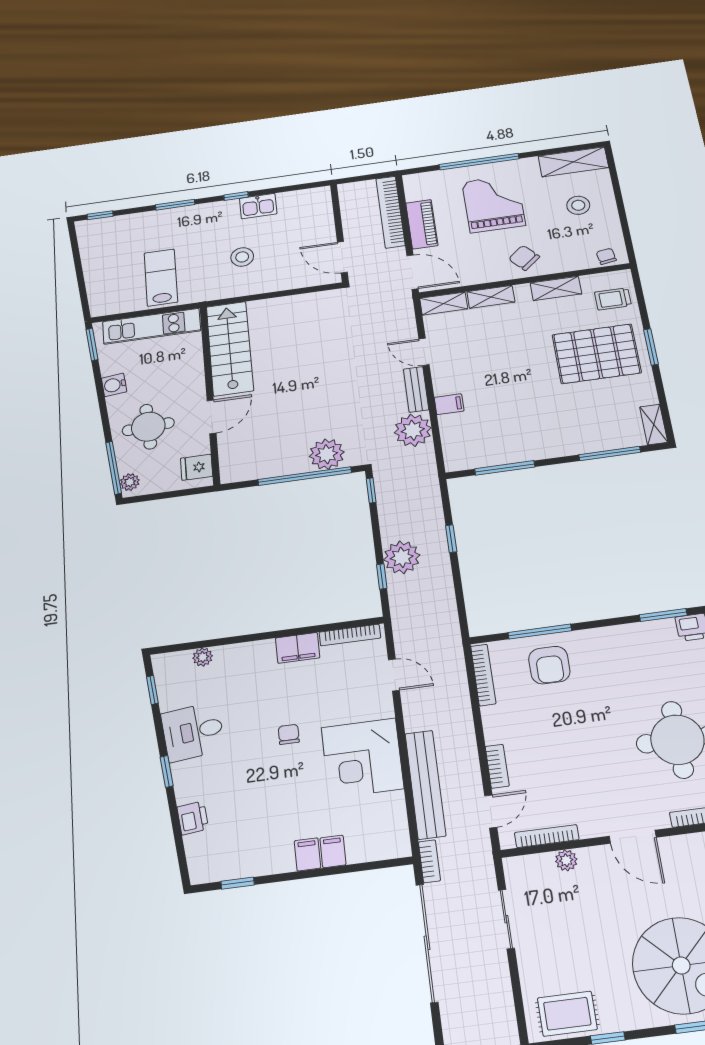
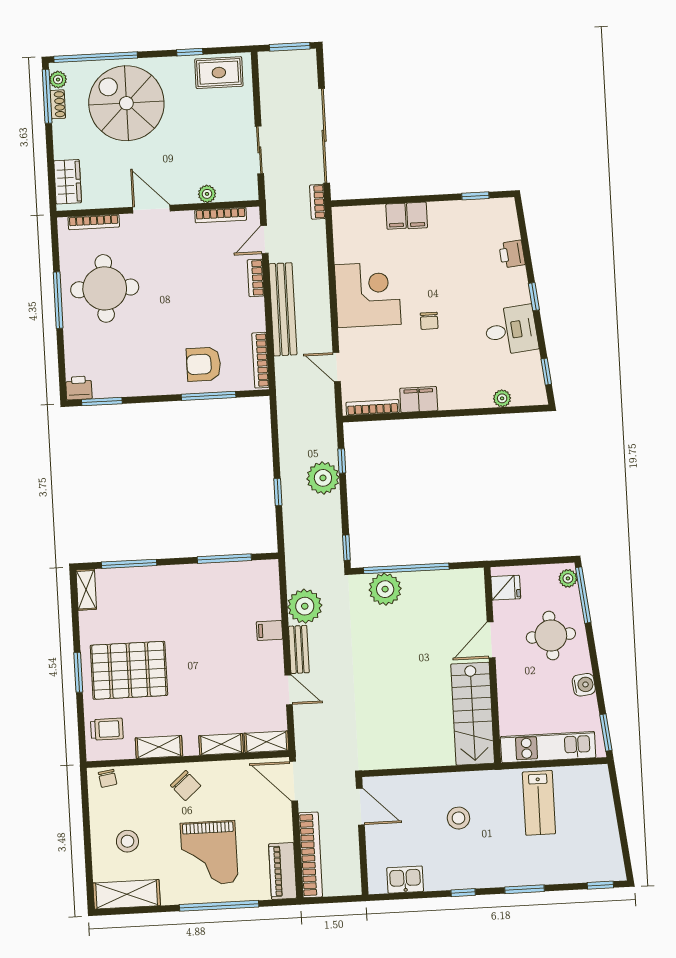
kitchen sink: (258, 206) -> (405, 880), moved
piano: (422, 224) -> (283, 871), moved
armchair: (549, 665) -> (204, 364), turned -90
bench: (425, 784) -> (283, 309), moved

